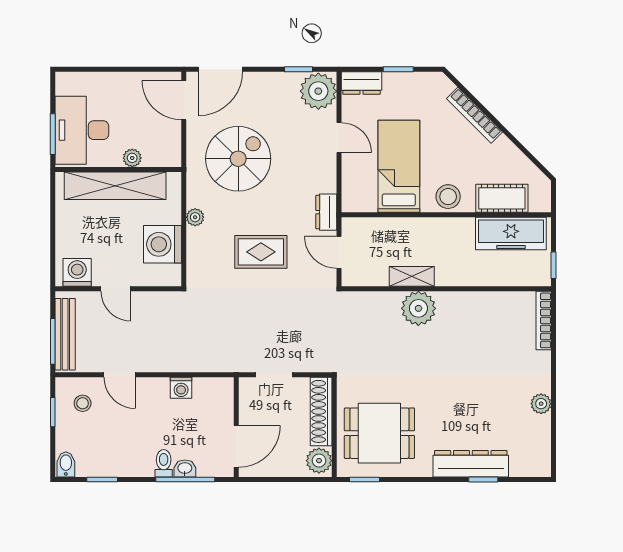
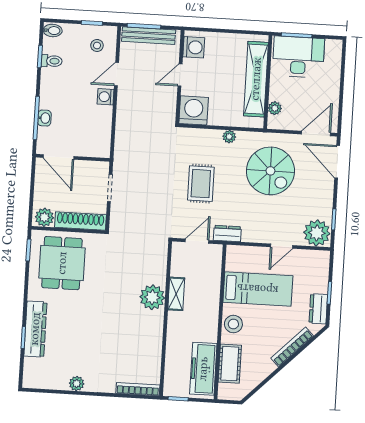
dresser: (361, 83) -> (318, 309), moved
plant: (132, 158) -> (275, 108), moved
washing machine: (163, 244) -> (194, 110), moved
washing machine: (181, 388) -> (105, 97), moved
toilet: (164, 463) -> (52, 61), moved

